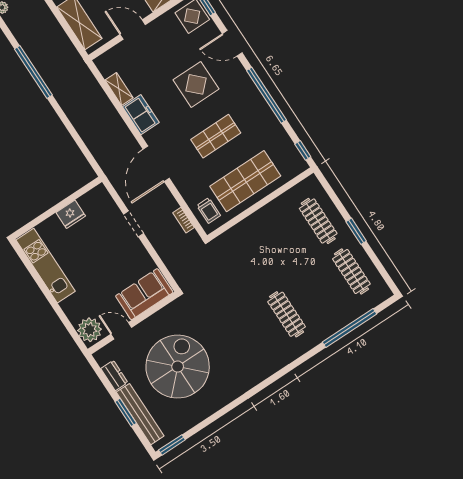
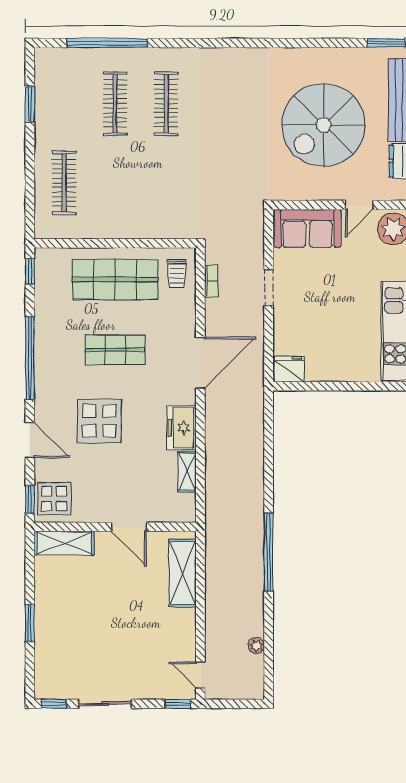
trolley: (209, 210) -> (177, 274), turned 180
fridge: (71, 214) -> (289, 369), moved
doorway: (134, 224) -> (269, 288), moved
window: (356, 231) -> (30, 104), moved
clothes rail: (351, 271) -> (115, 103), moved
door: (121, 331) -> (359, 205), hinge flipped

